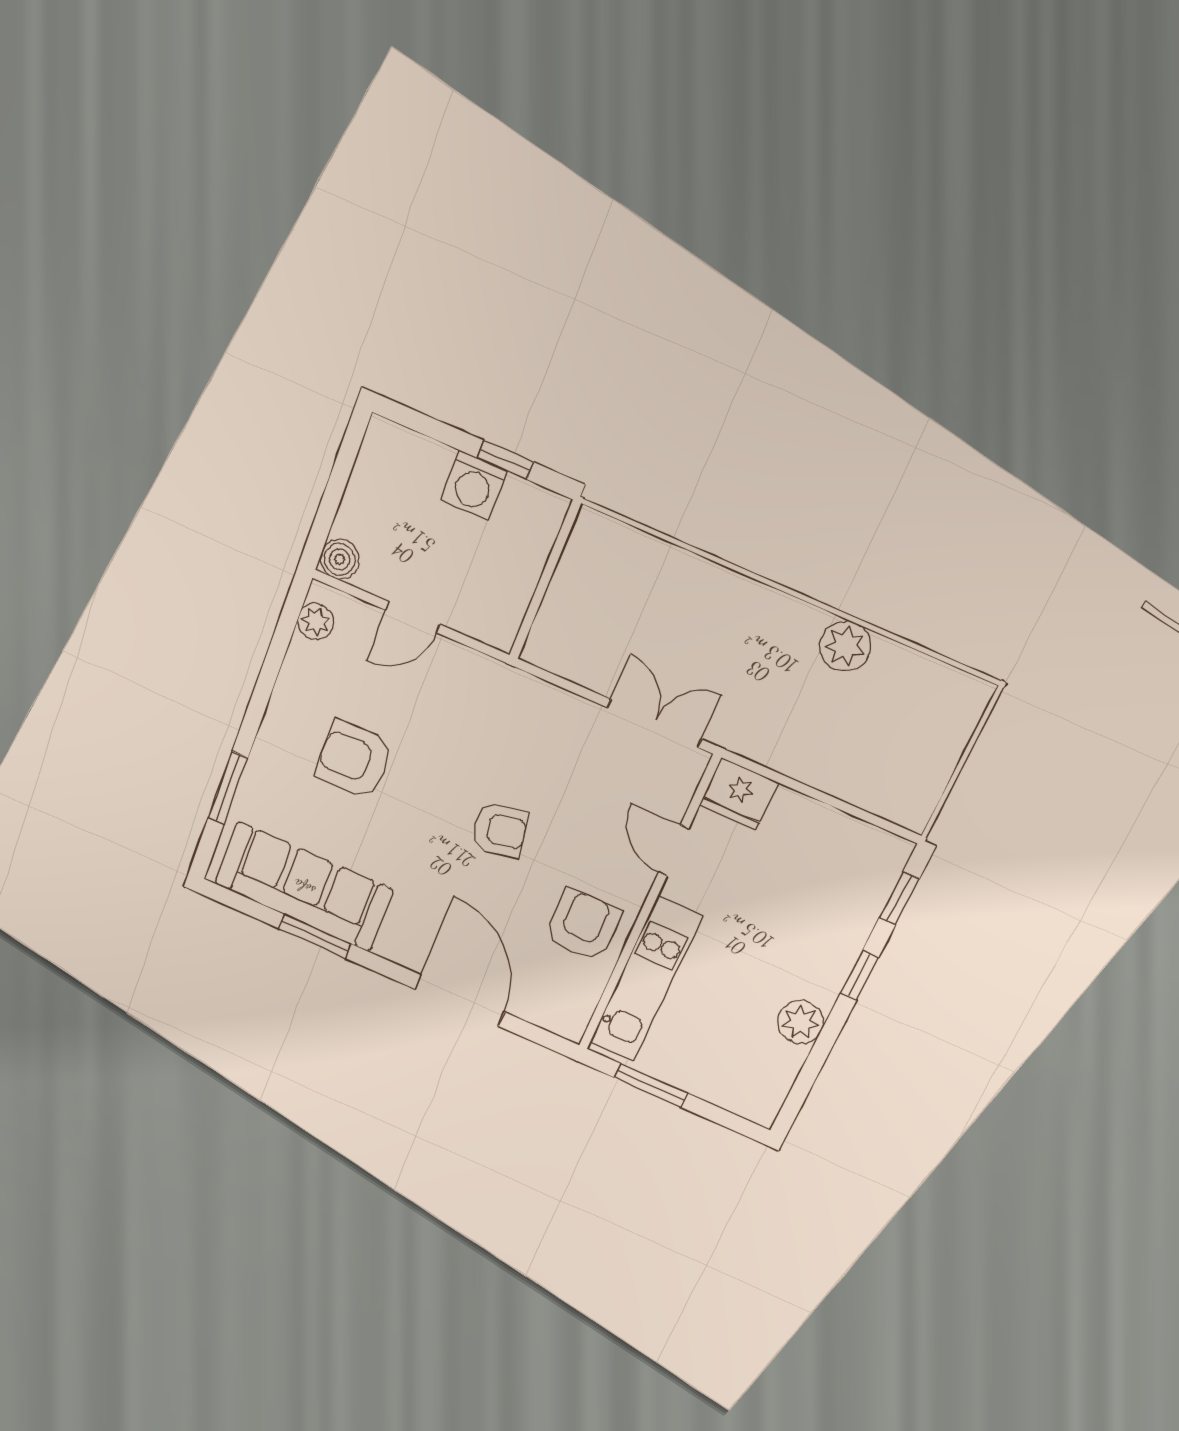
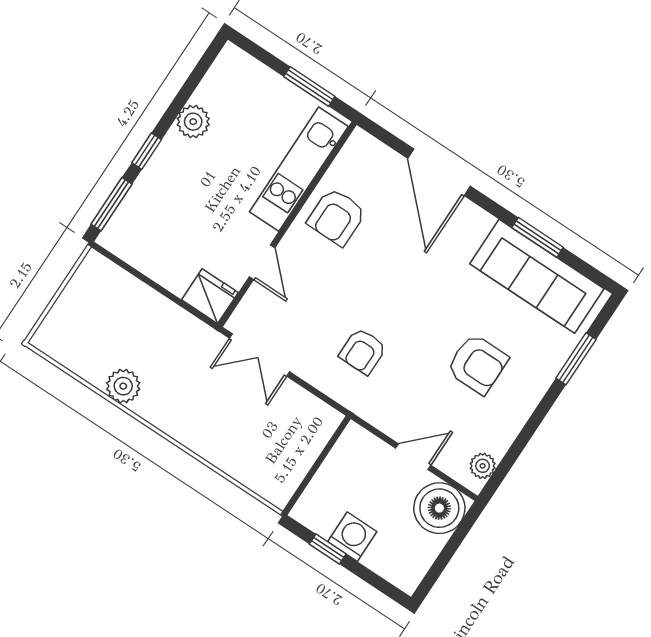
boiler: (340, 559) -> (439, 508), width x1.86, depth x1.86
armchair: (499, 830) -> (363, 351), moved, turned -79
window: (899, 898) -> (112, 204), width x1.50

